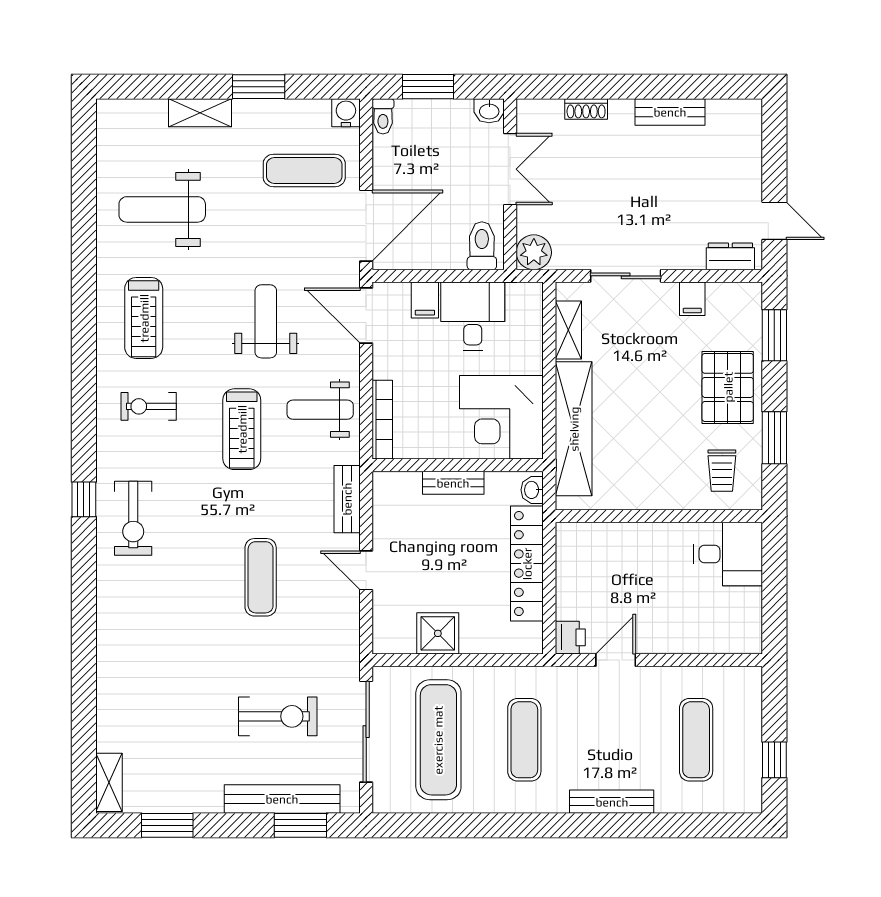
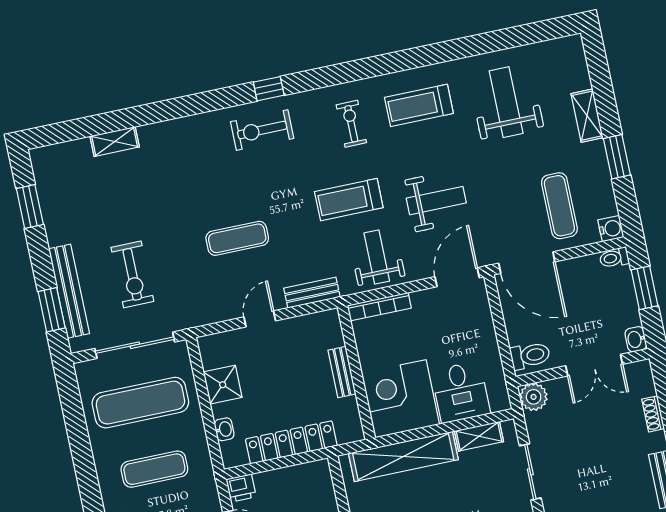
filing cabinet: (425, 300) -> (479, 320), removed
desk: (473, 316) -> (461, 392), moved, turned 90
washbasin: (532, 490) -> (224, 429), moved, turned 90
shelving: (109, 782) -> (115, 142), moved

